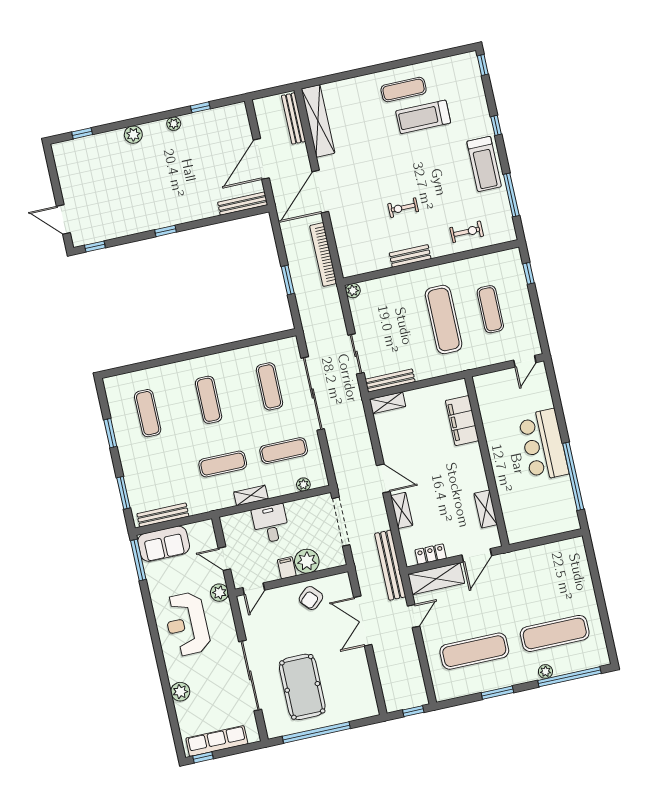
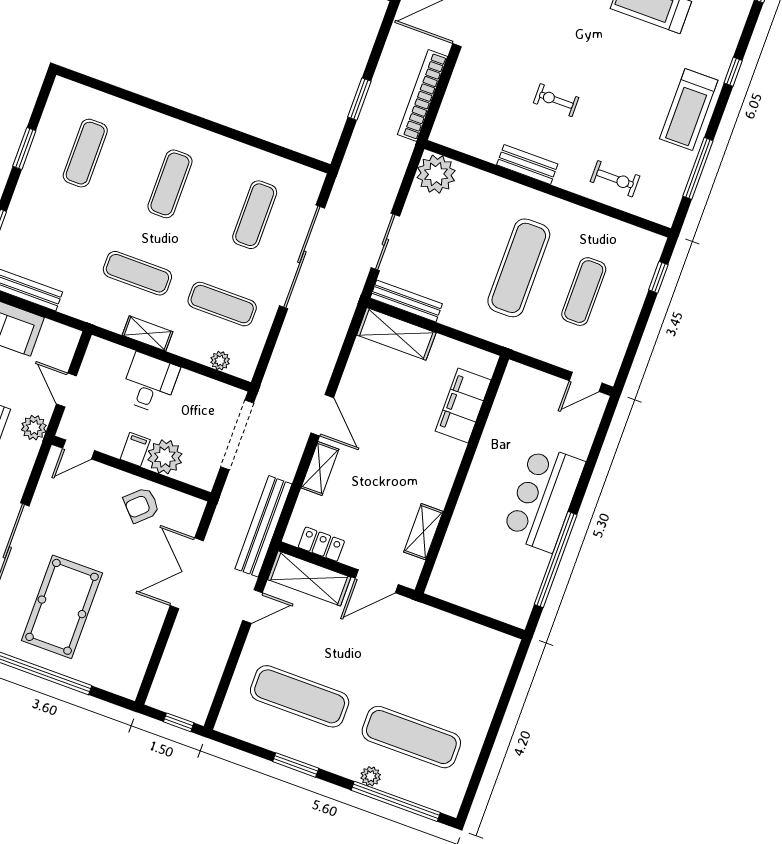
plant: (353, 291) -> (436, 174), width x1.88, depth x1.88
shelving: (388, 403) -> (396, 334), width x1.50, depth x1.33

